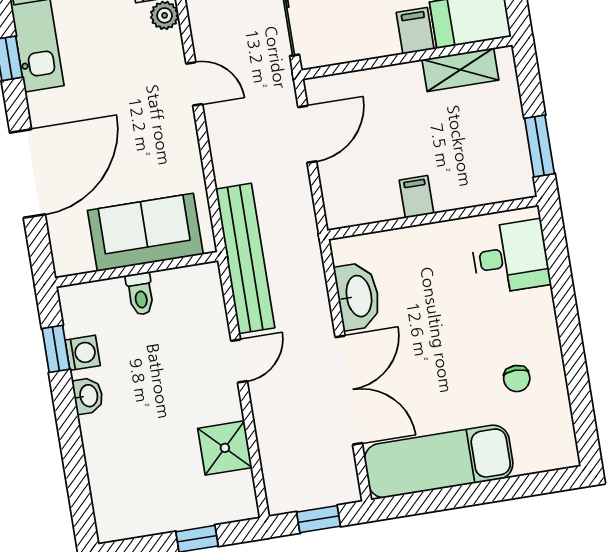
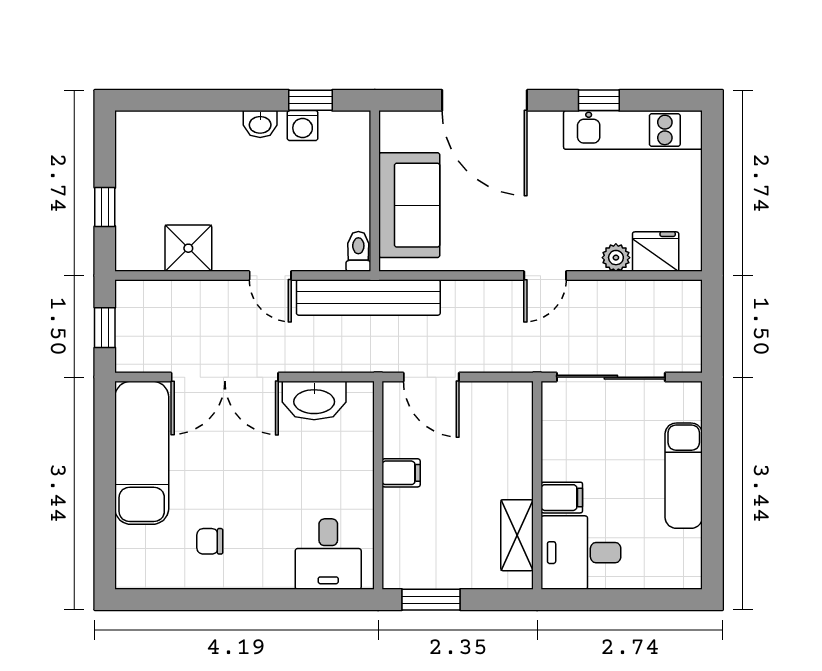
door: (307, 134) -> (431, 377), moved
toilet: (140, 294) -> (358, 251), moved, turned 90

